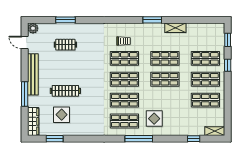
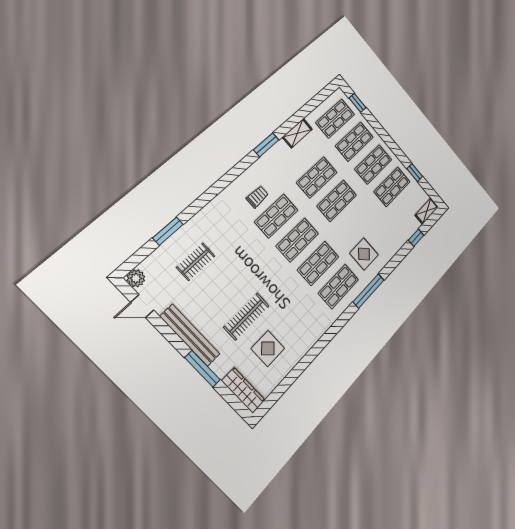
shop shelf: (205, 38) -> (335, 119), added
window: (228, 65) -> (415, 173), moved
window: (55, 139) -> (286, 384), removed

